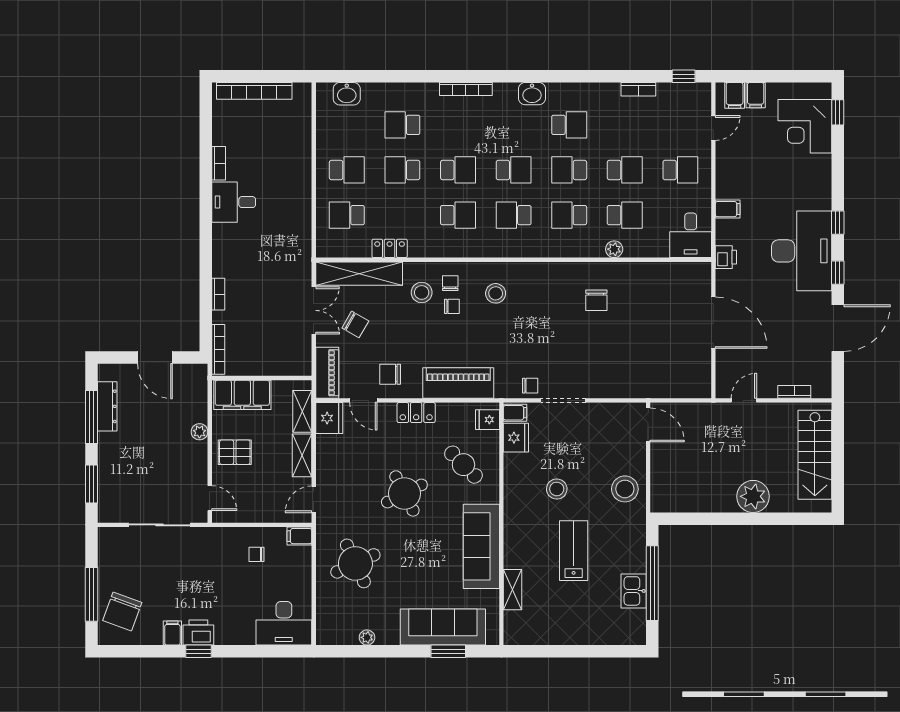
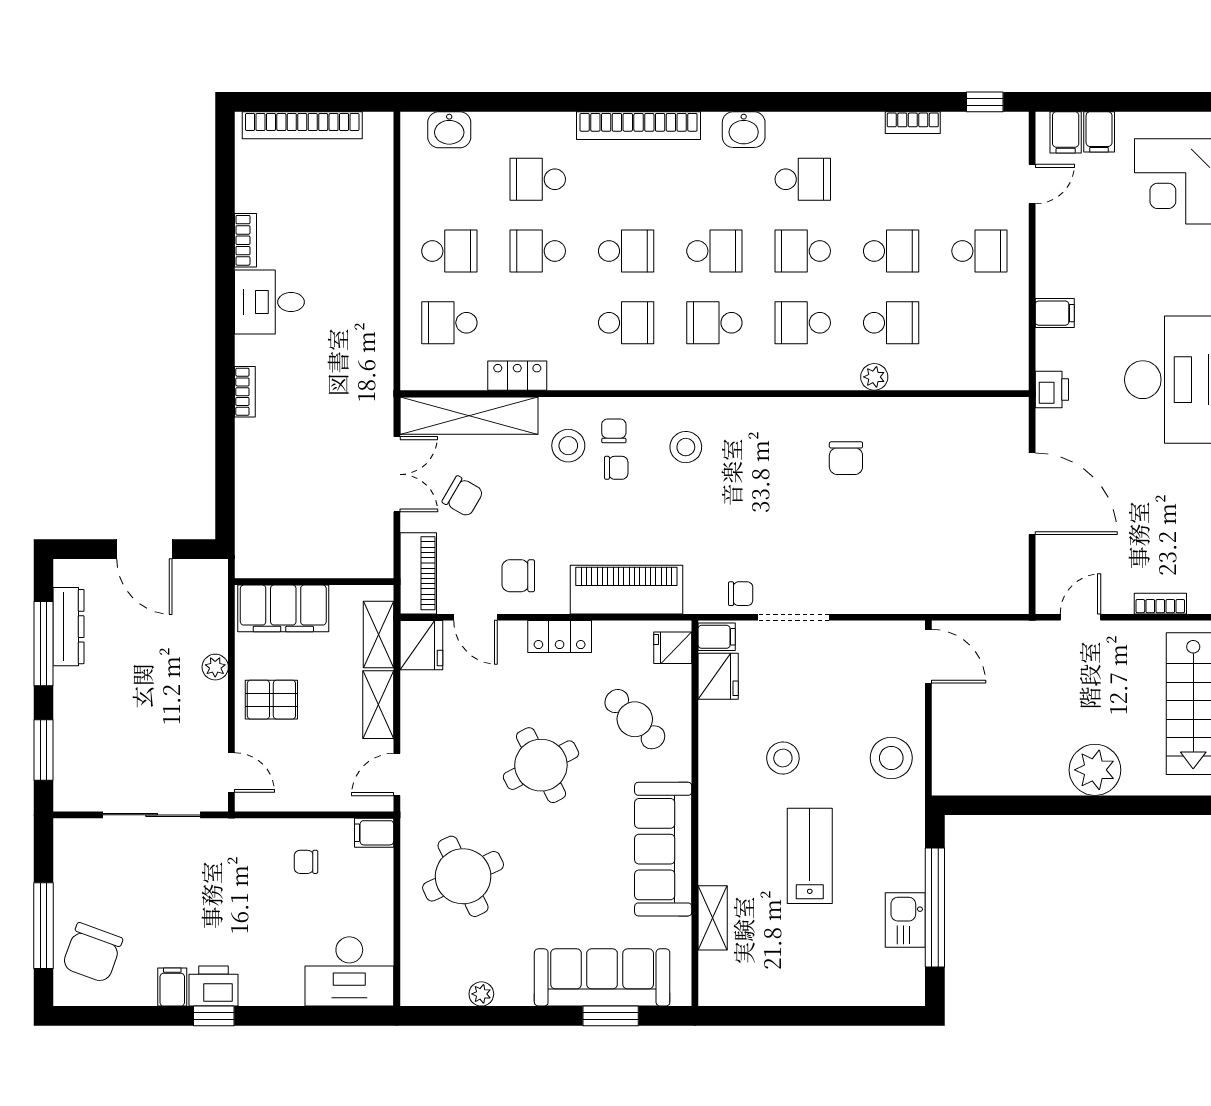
bookcase: (466, 89) -> (639, 126), width x1.48, depth x1.31
desk: (691, 235) -> (996, 355), removed
bookcase: (218, 294) -> (245, 392), moved
bookcase: (218, 349) -> (245, 536), removed

